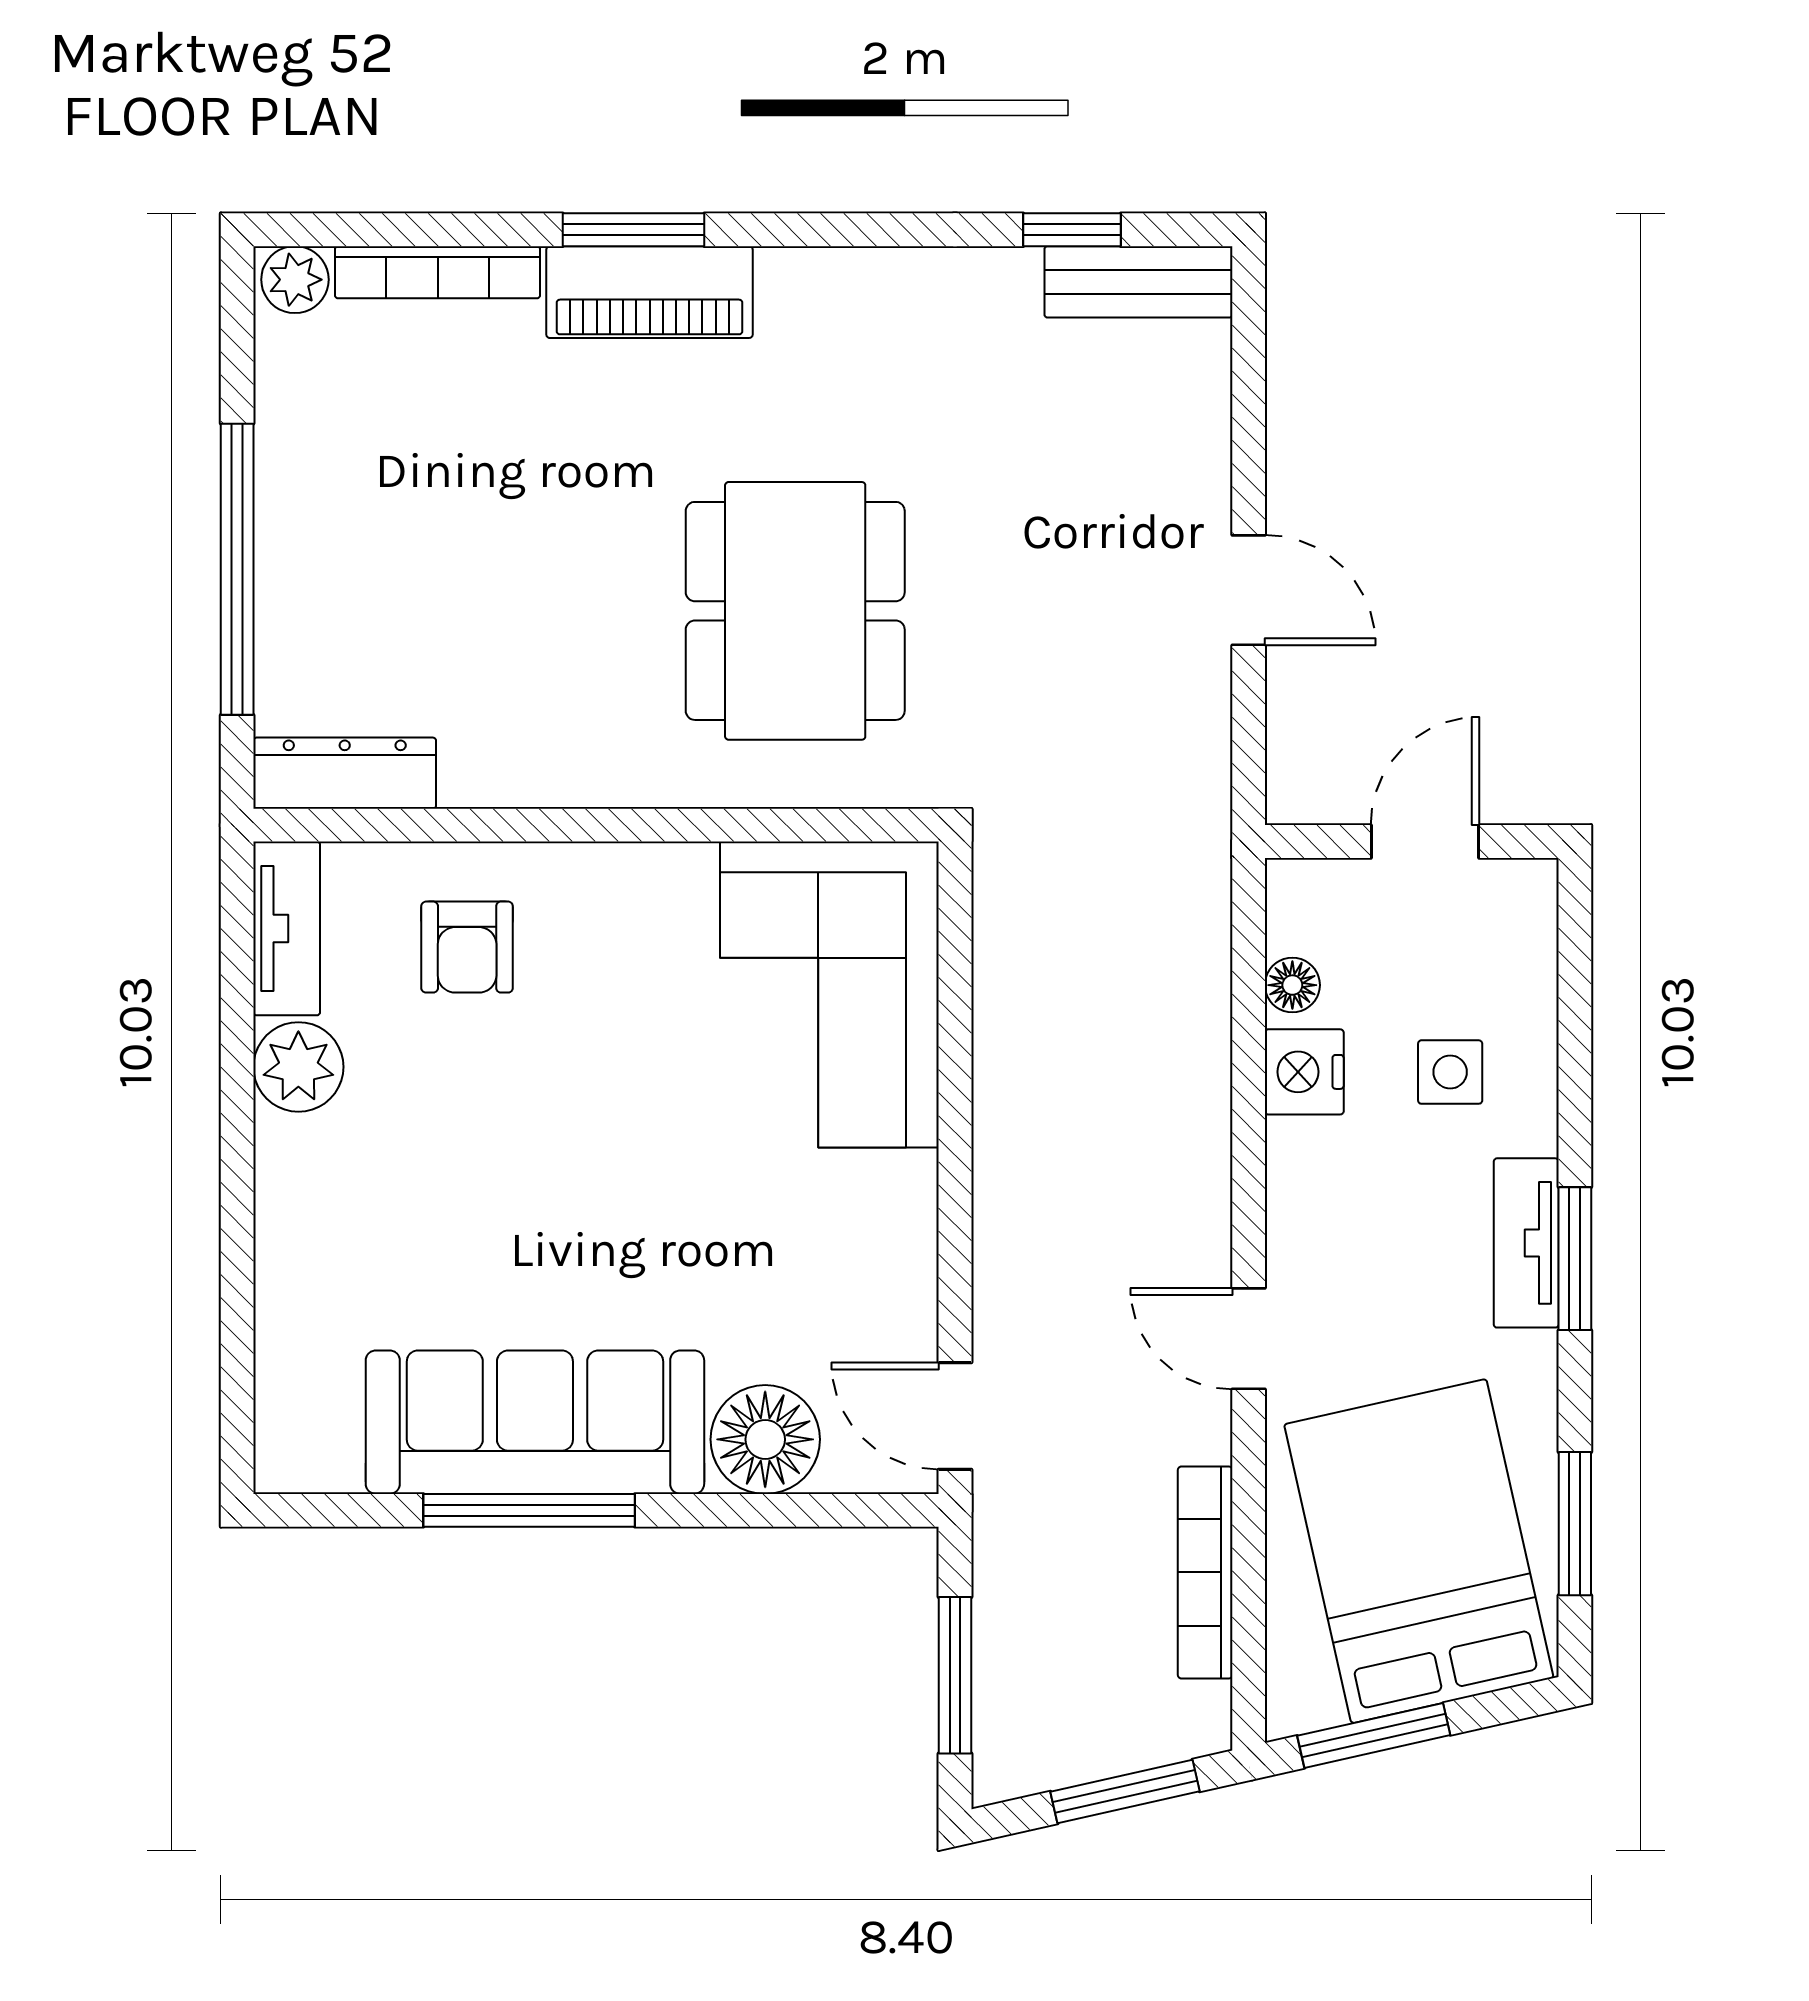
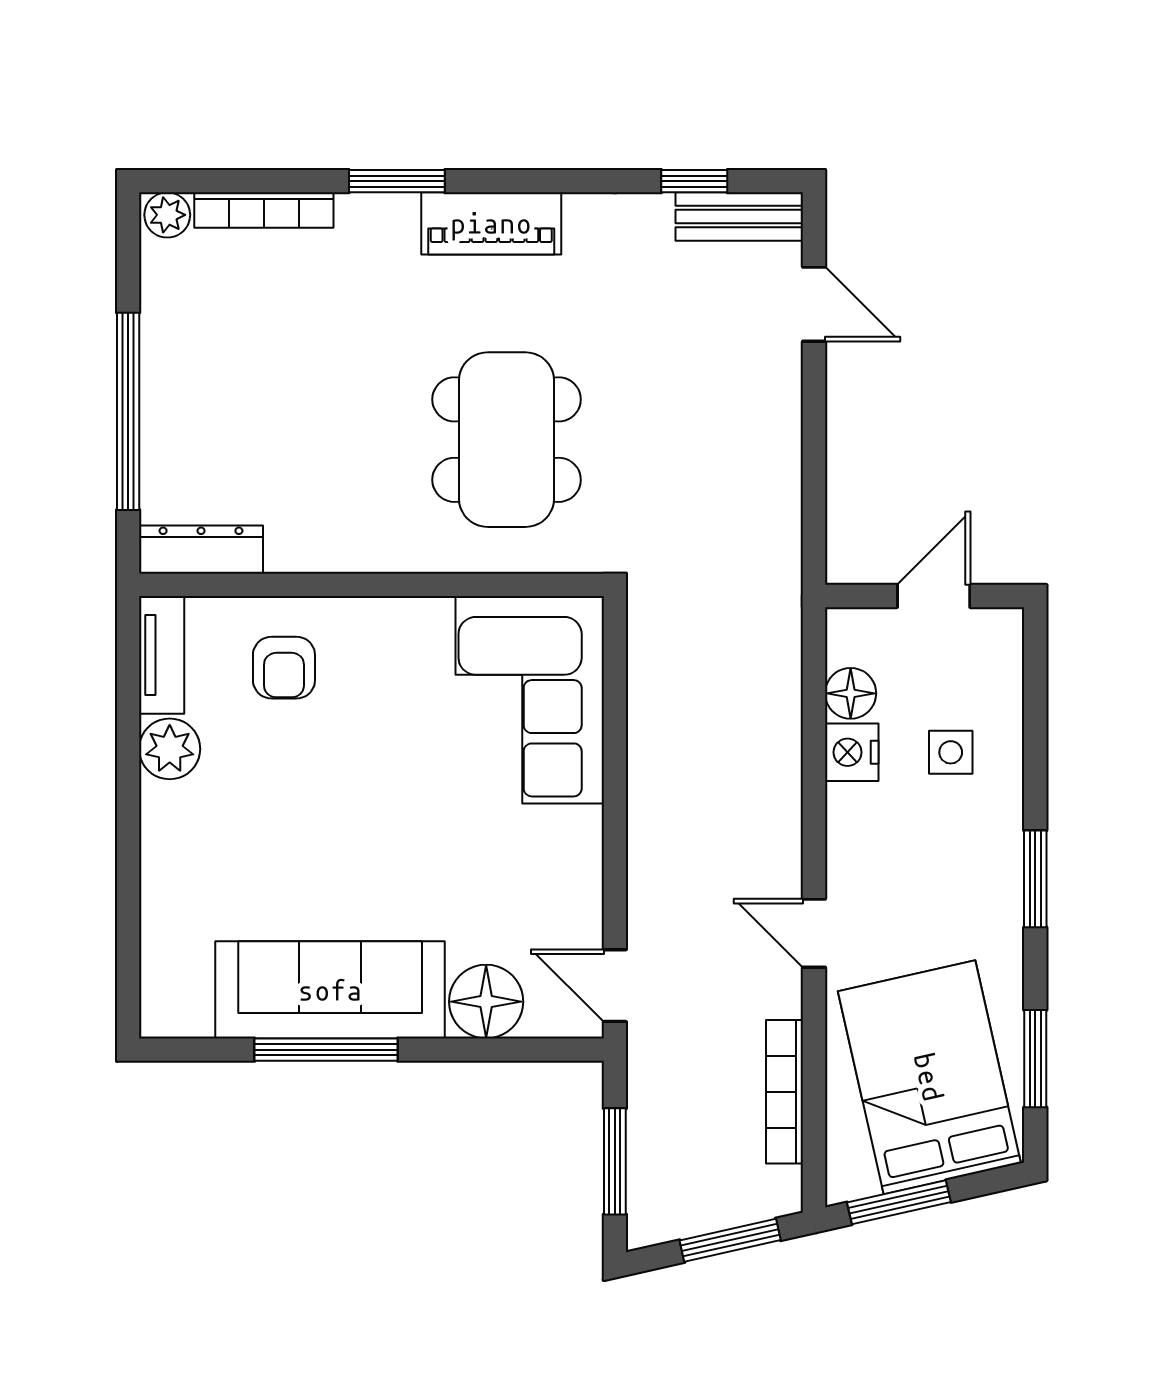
piano: (650, 292) -> (491, 223), moved
door: (1249, 590) -> (814, 304), moved
floor lamp: (1292, 985) -> (851, 693), width x1.37, depth x1.37
tv unit: (1526, 1243) -> (1002, 868), removed

